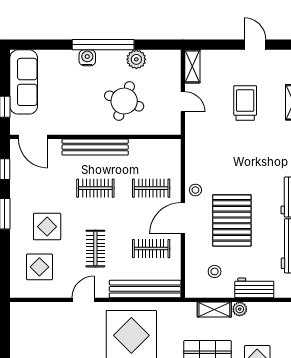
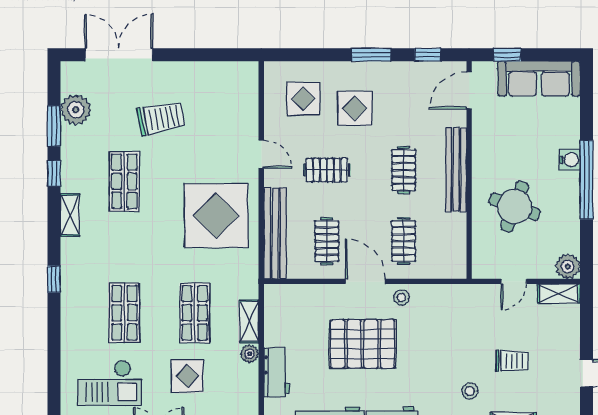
plant: (136, 59) -> (568, 266), moved
trolley: (245, 103) -> (512, 361), width x0.73, depth x0.72
stool: (215, 271) -> (470, 391), moved

